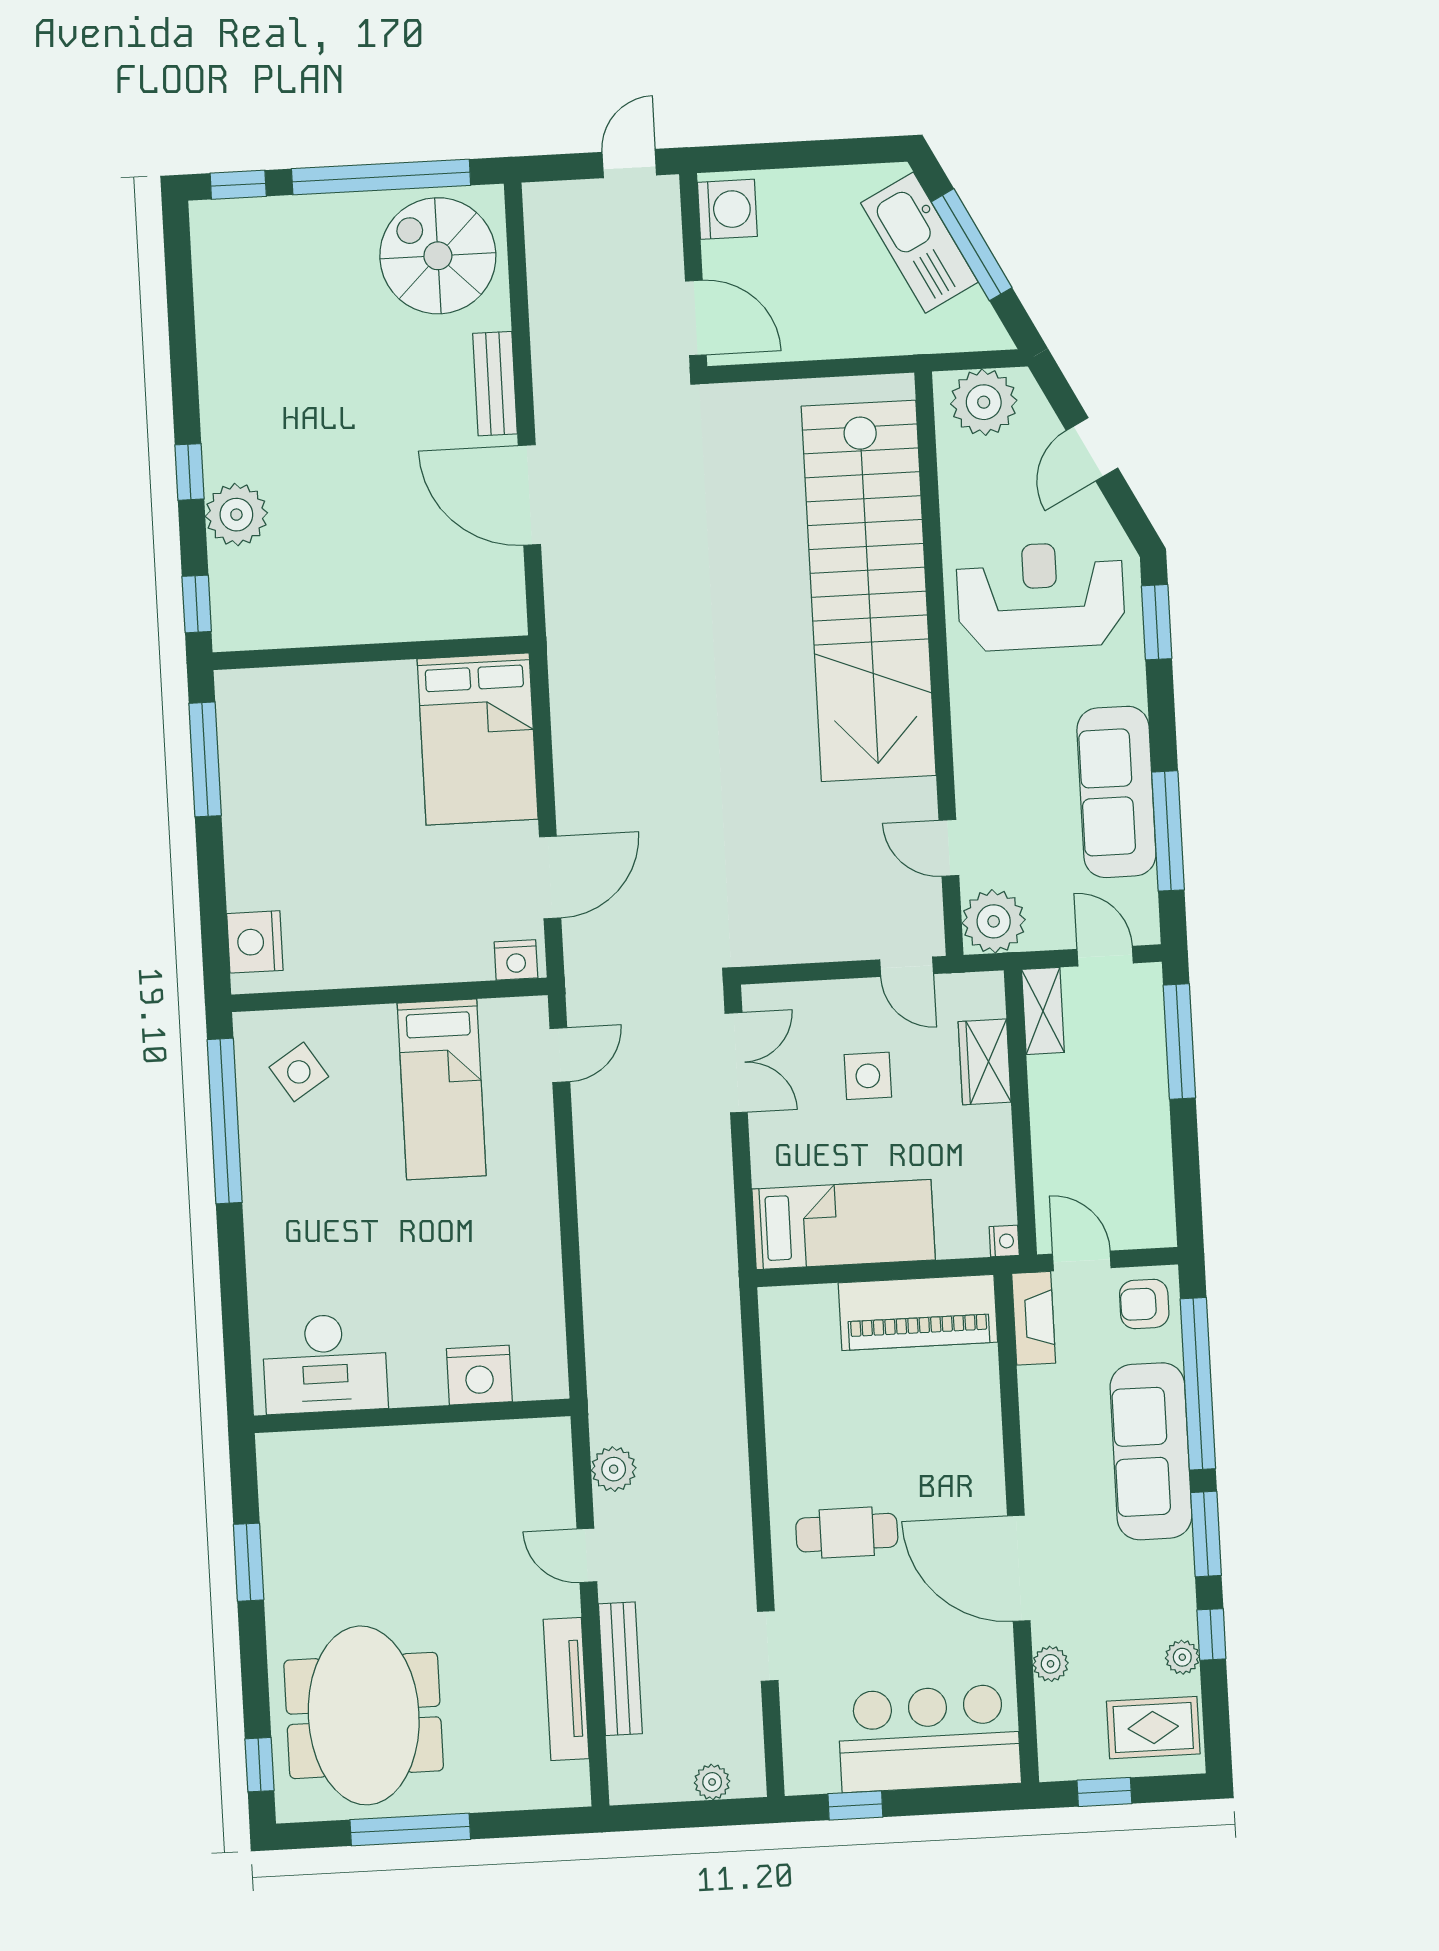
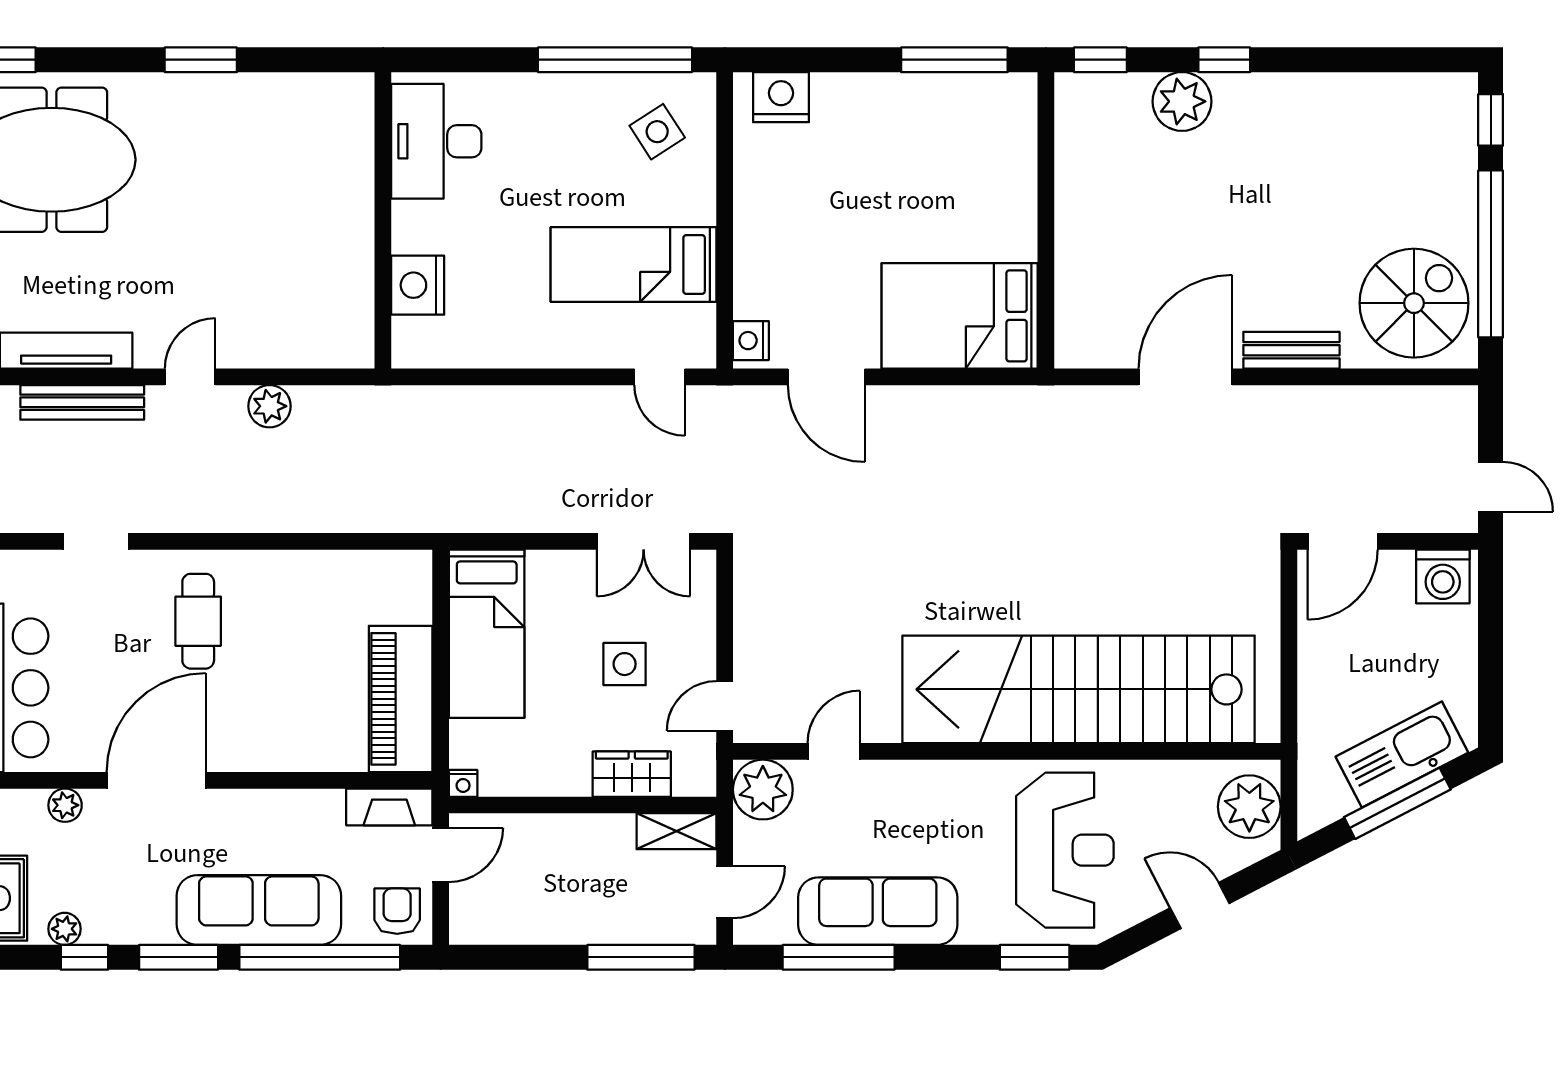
desk: (325, 1364) -> (436, 141), moved
nightstand: (479, 1375) -> (418, 285), moved
wall: (412, 1416) -> (383, 220), moved

